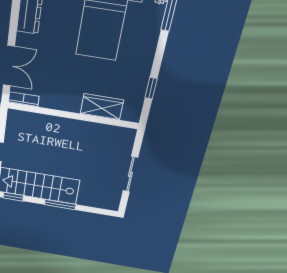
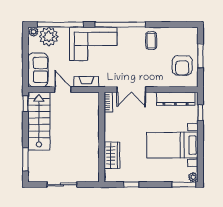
window: (60, 205) -> (25, 159), moved

